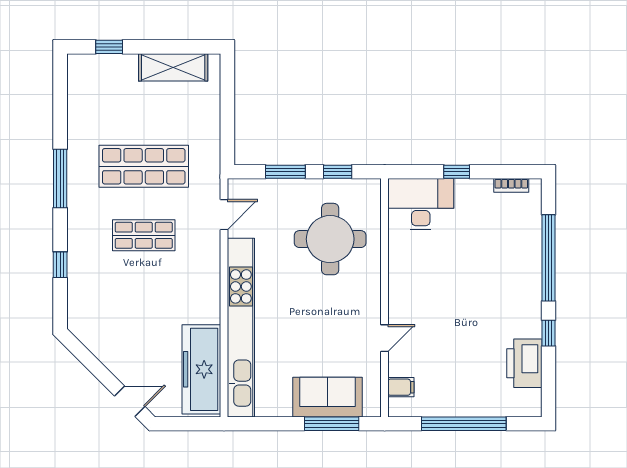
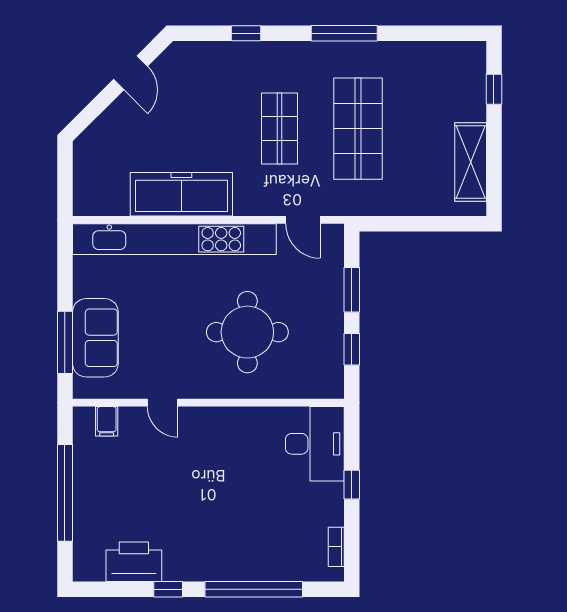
round table: (330, 239) -> (247, 332), moved
freezer: (201, 369) -> (181, 194), moved
door: (130, 401) -> (130, 73), moved

